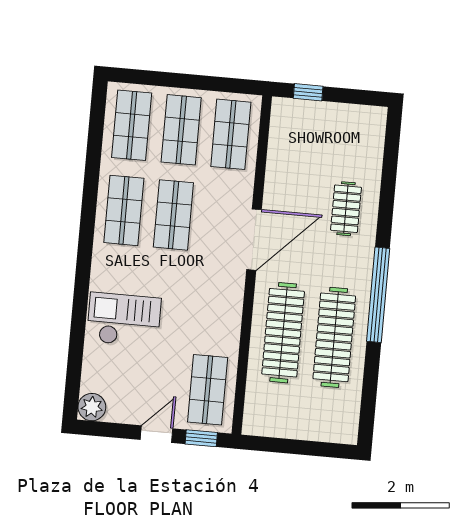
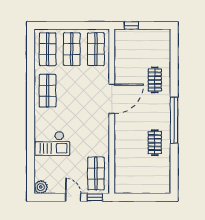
shop shelf: (173, 215) -> (72, 91), removed
checkout: (124, 320) -> (52, 143), turned 180
clothes rail: (283, 333) -> (130, 143), removed
clothes rail: (334, 337) -> (155, 143), width x0.54, depth x0.76
door: (156, 434) -> (73, 197), hinge flipped

